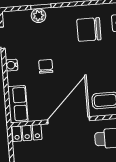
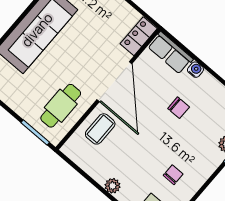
chair: (89, 30) -> (173, 175), width x0.54, depth x0.54
water cooler: (12, 65) -> (195, 70), moved

